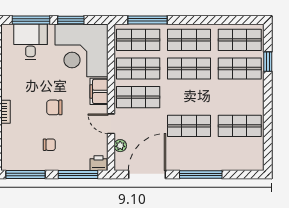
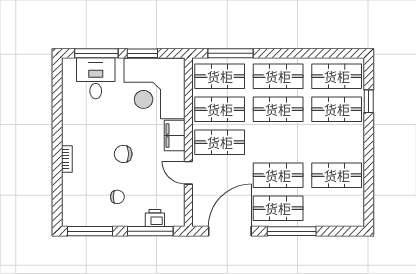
plant: (120, 146) -> (199, 198), removed
shop shelf: (189, 155) -> (278, 208), added
printer: (98, 163) -> (155, 218), moved

